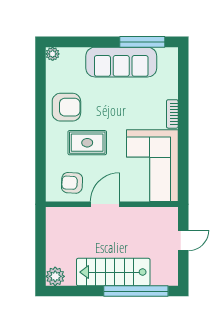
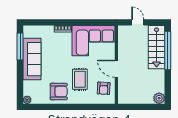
armchair: (66, 107) -> (59, 92), turned 90
stairs: (113, 272) -> (157, 47), moved

